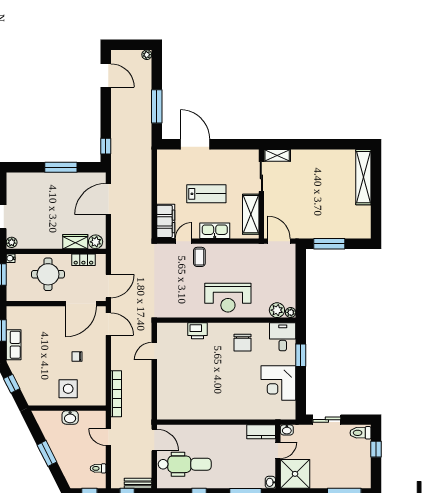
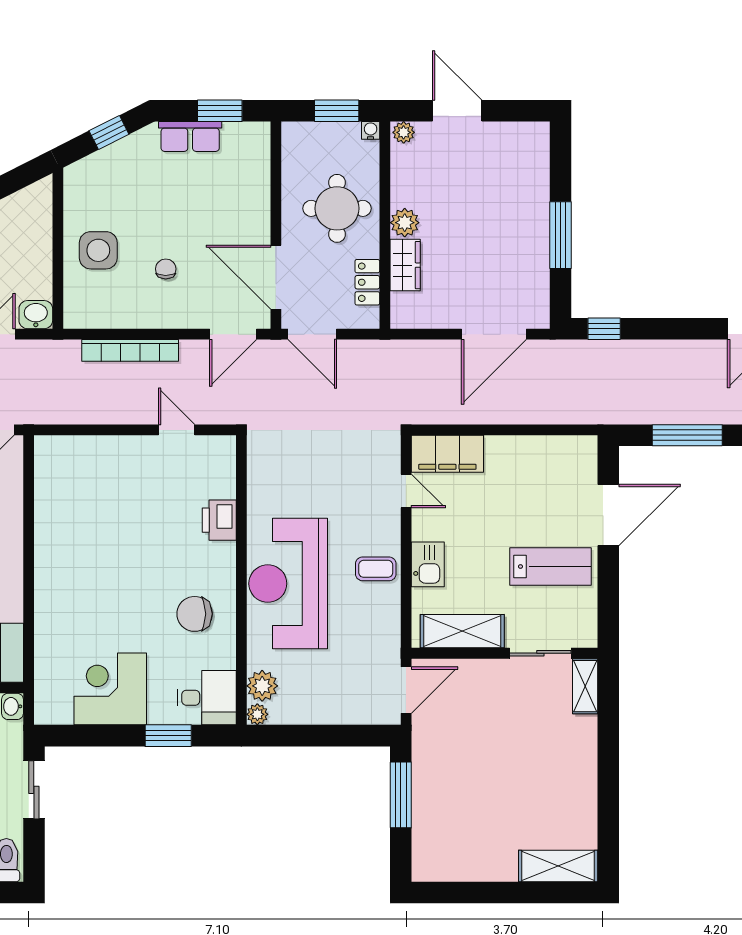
shelving: (363, 177) -> (558, 866), width x0.68
lab bench: (206, 194) -> (550, 567), moved, turned -90
door: (108, 199) -> (494, 334), swing flipped
kitchen sink: (215, 231) -> (428, 564), width x0.73
plant: (96, 242) -> (405, 223), moved
coffee table: (199, 257) -> (376, 569), moved
reception desk: (228, 298) -> (288, 584), width x1.36, depth x1.30
bookcase: (116, 394) -> (130, 350), moved
washbasin: (70, 417) -> (36, 315), moved, turned 90

